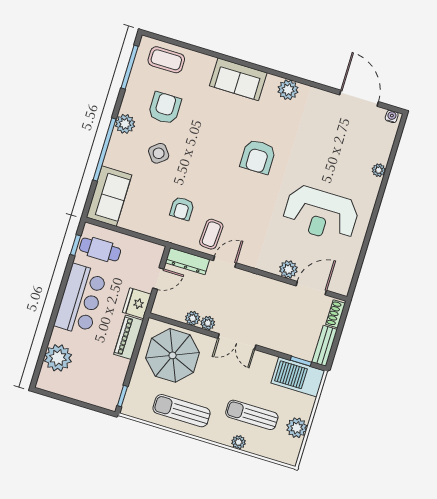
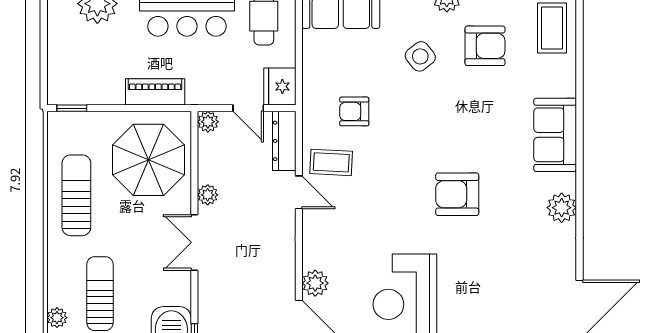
fridge: (137, 303) -> (280, 86), moved, turned -90
plant: (193, 318) -> (208, 122), moved
plant: (239, 442) -> (57, 318), moved

